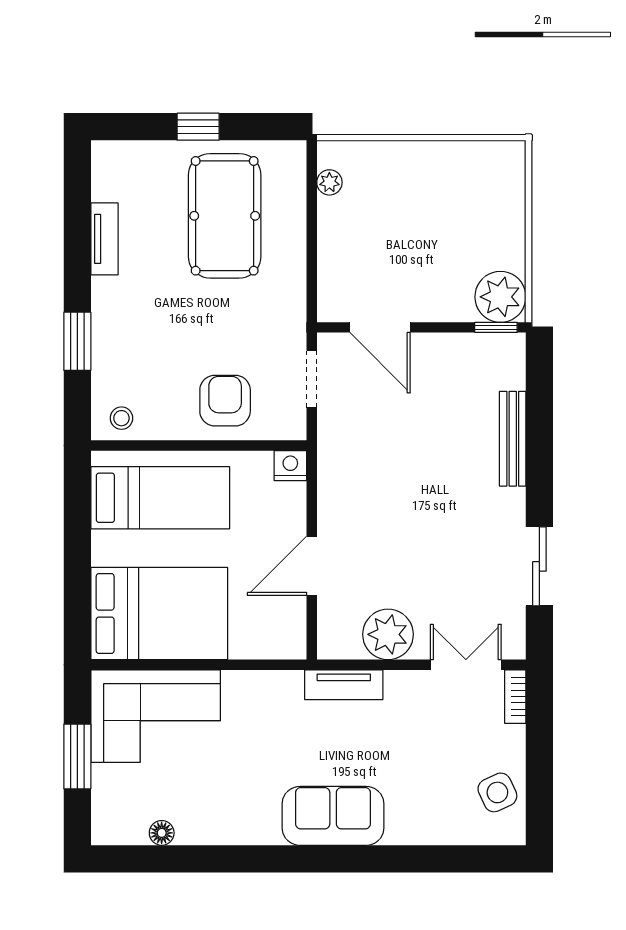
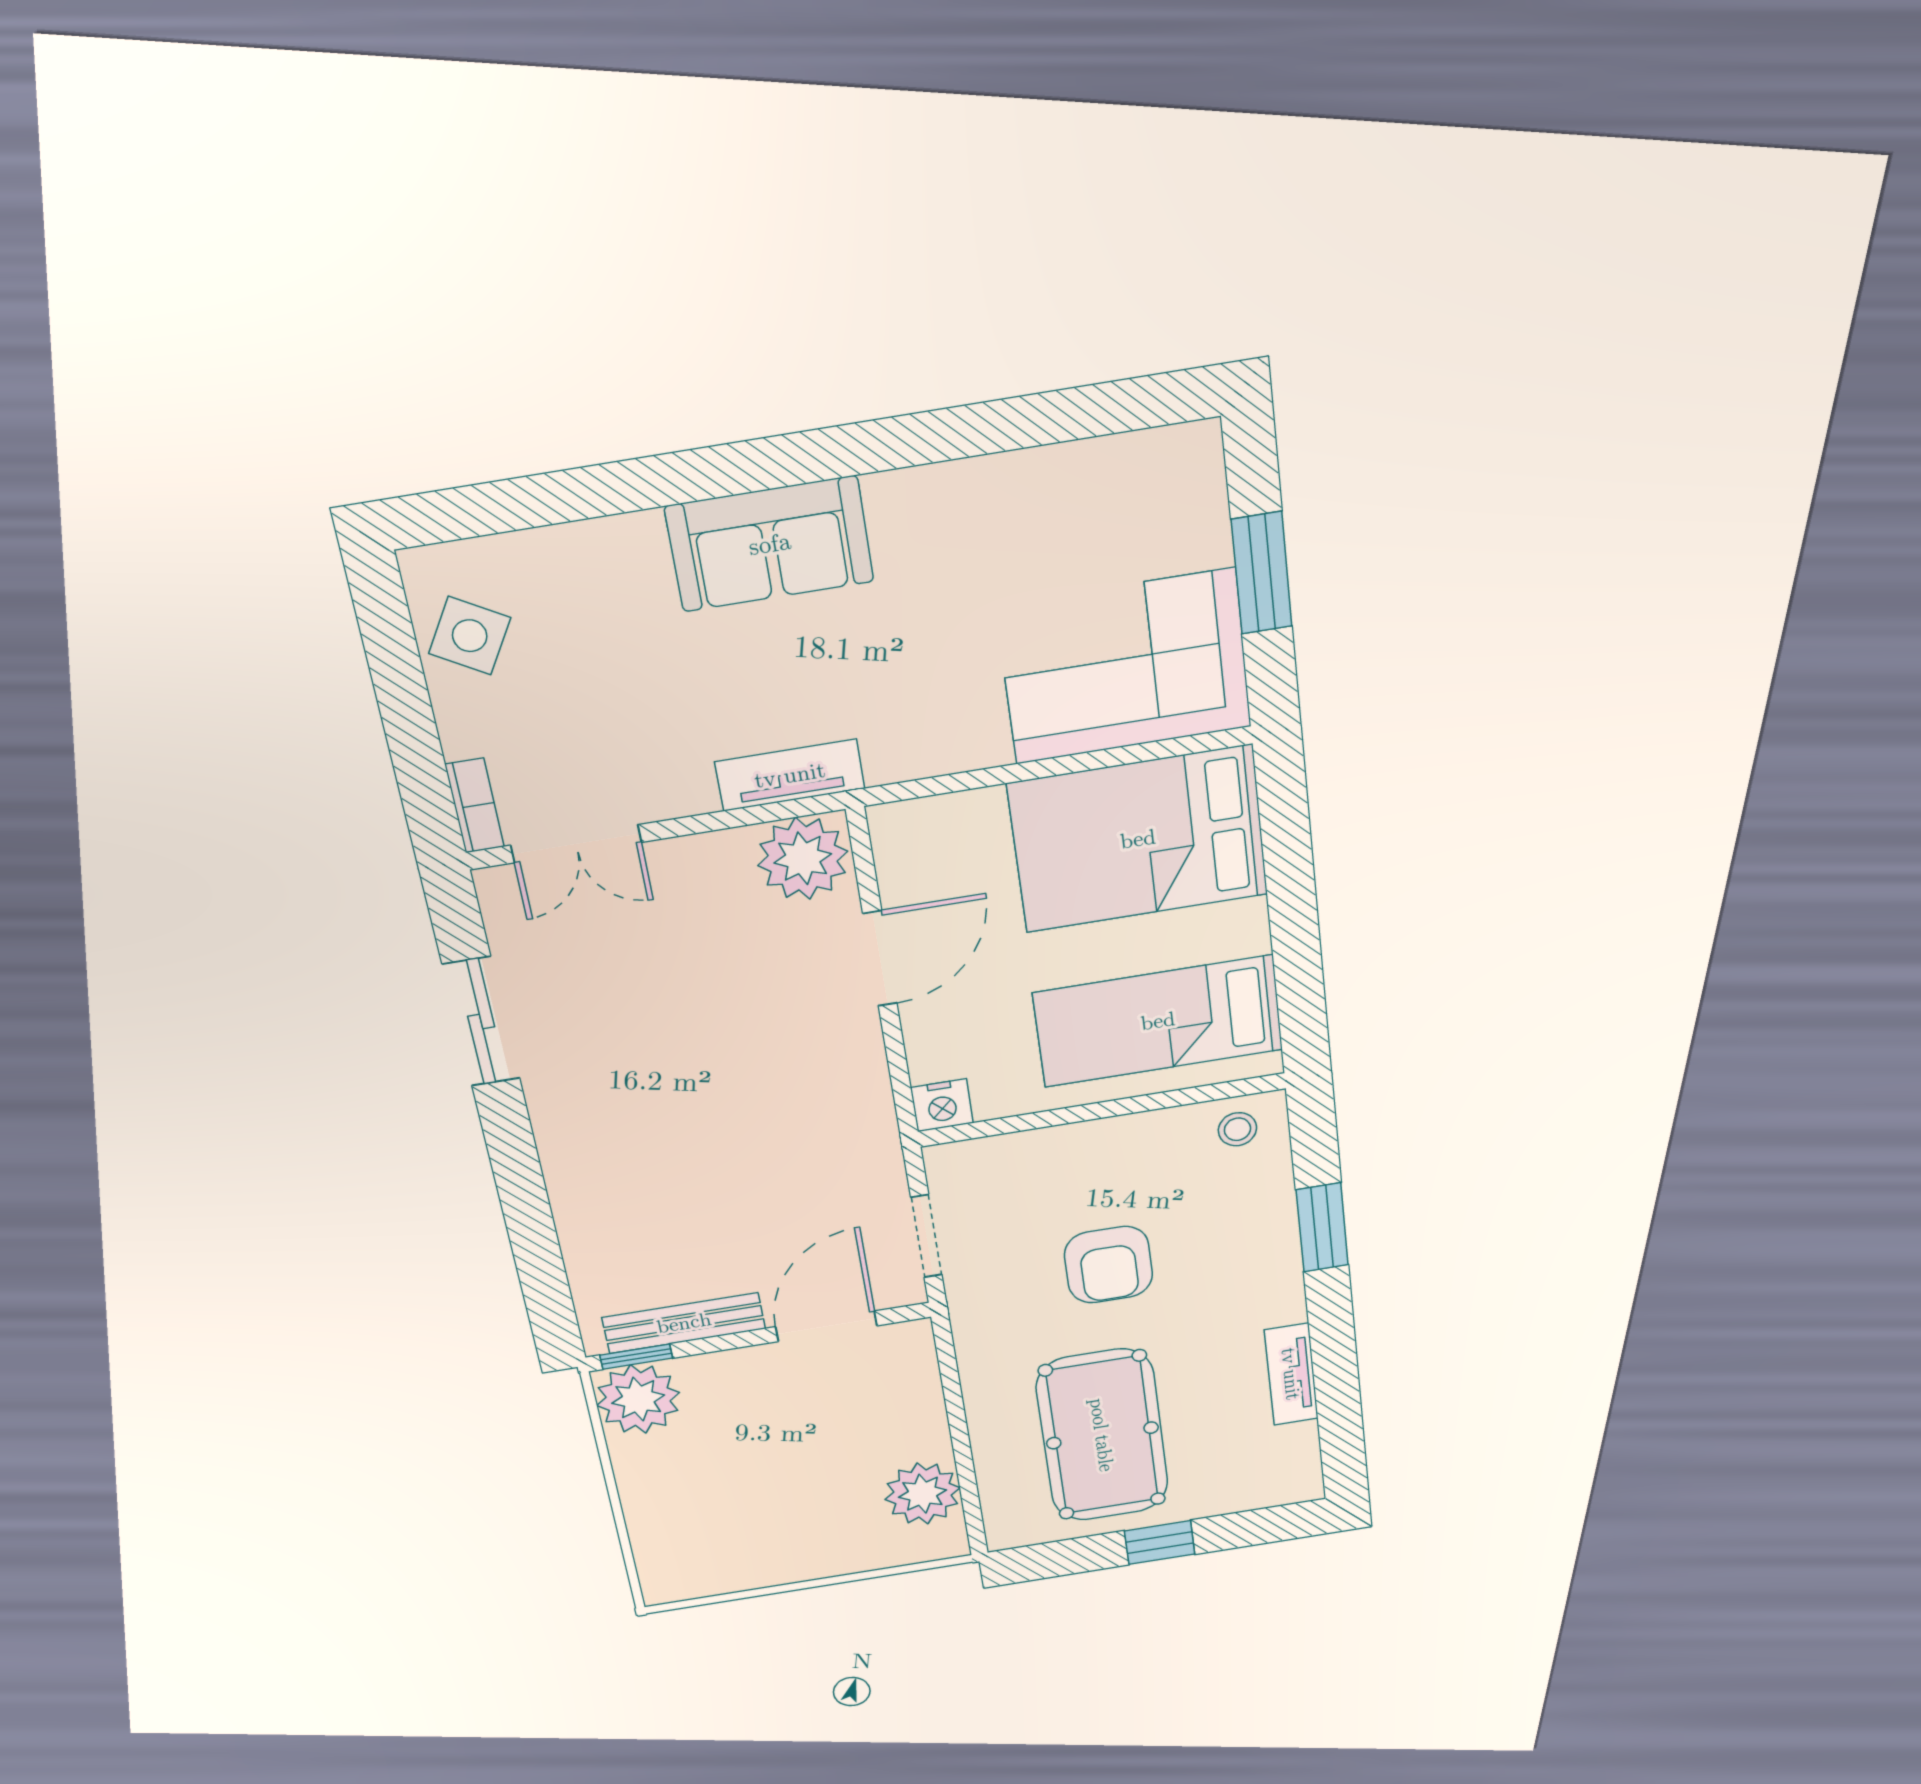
plant: (329, 182) -> (922, 1494), width x1.88, depth x1.88
door: (380, 327) -> (826, 1326), hinge flipped
armchair: (225, 401) -> (1108, 1265), moved
bench: (513, 439) -> (684, 1323), moved, turned 90
plant: (388, 634) -> (803, 858), moved
side table: (497, 792) -> (470, 636), turned -35
floor lamp: (162, 833) -> (1089, 460), removed

